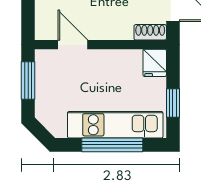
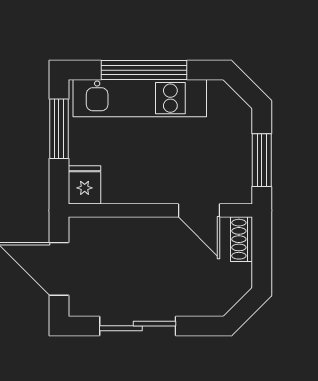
shoe rack: (150, 32) -> (241, 239), moved, turned 90
window: (173, 103) -> (59, 129), width x1.50

